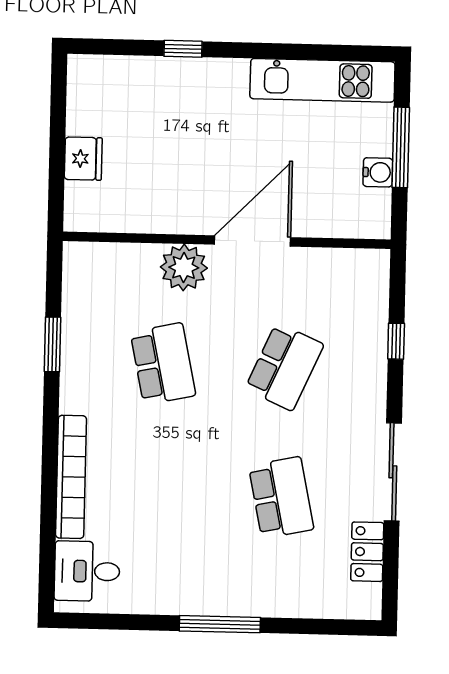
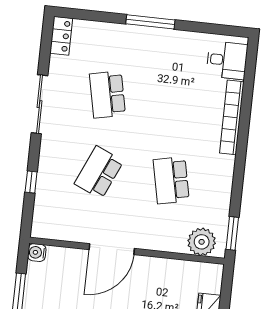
water cooler: (378, 172) -> (37, 253), moved
plant: (184, 267) -> (202, 242), moved
window: (52, 344) -> (232, 233), moved
locker: (367, 552) -> (61, 36), moved

